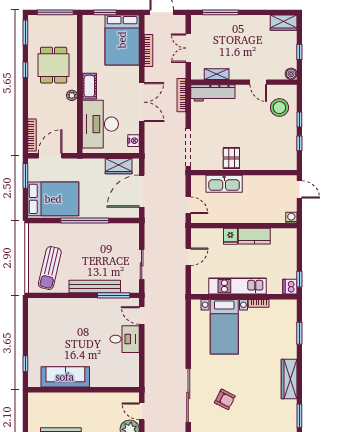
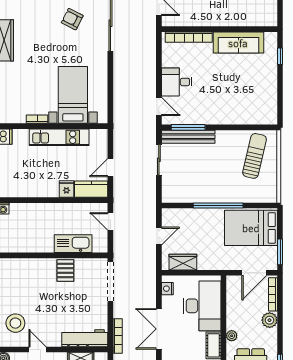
plant: (35, 110) -> (270, 320), added
door: (142, 191) -> (159, 236), width x0.53
kitchen counter: (254, 236) -> (91, 189), moved
bench: (95, 286) -> (188, 137), moved
bookcase: (113, 382) -> (189, 37), added

